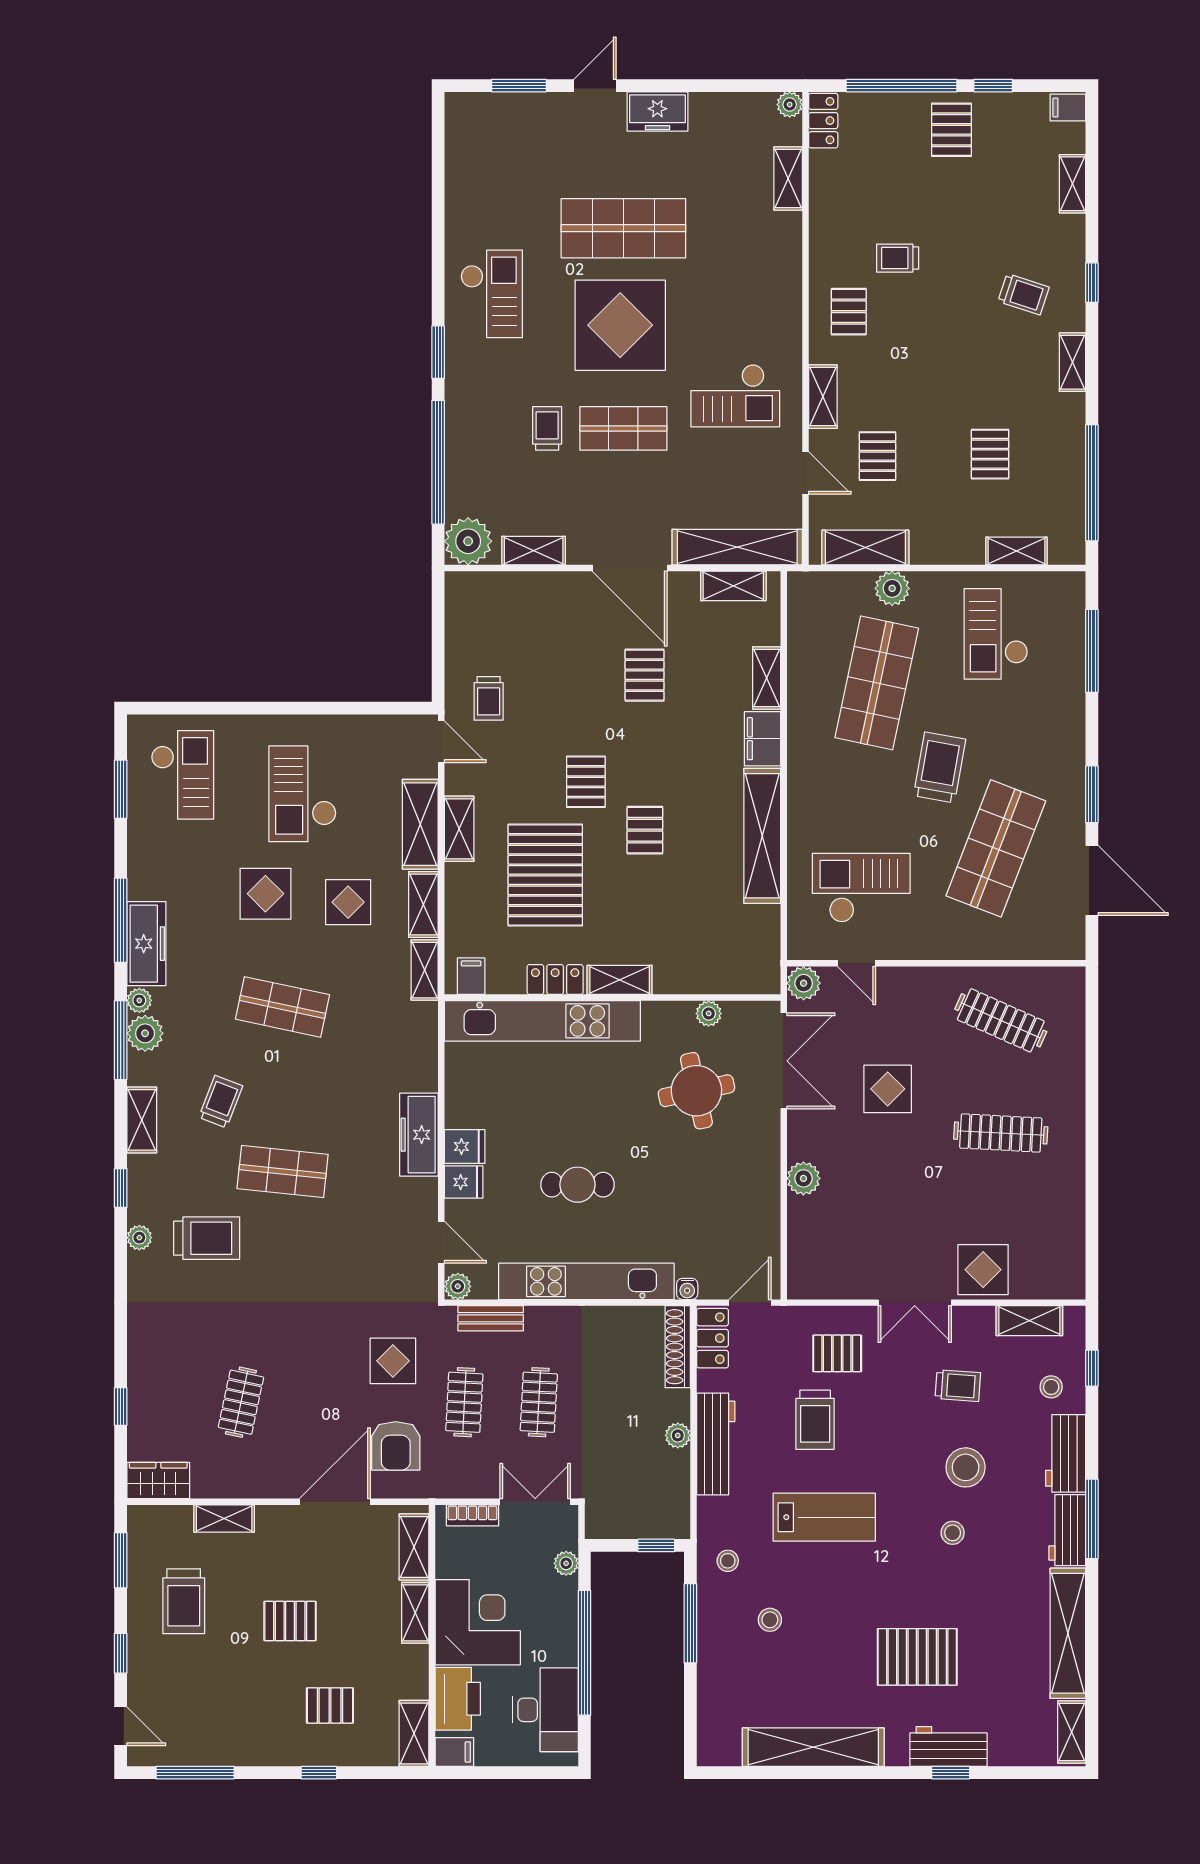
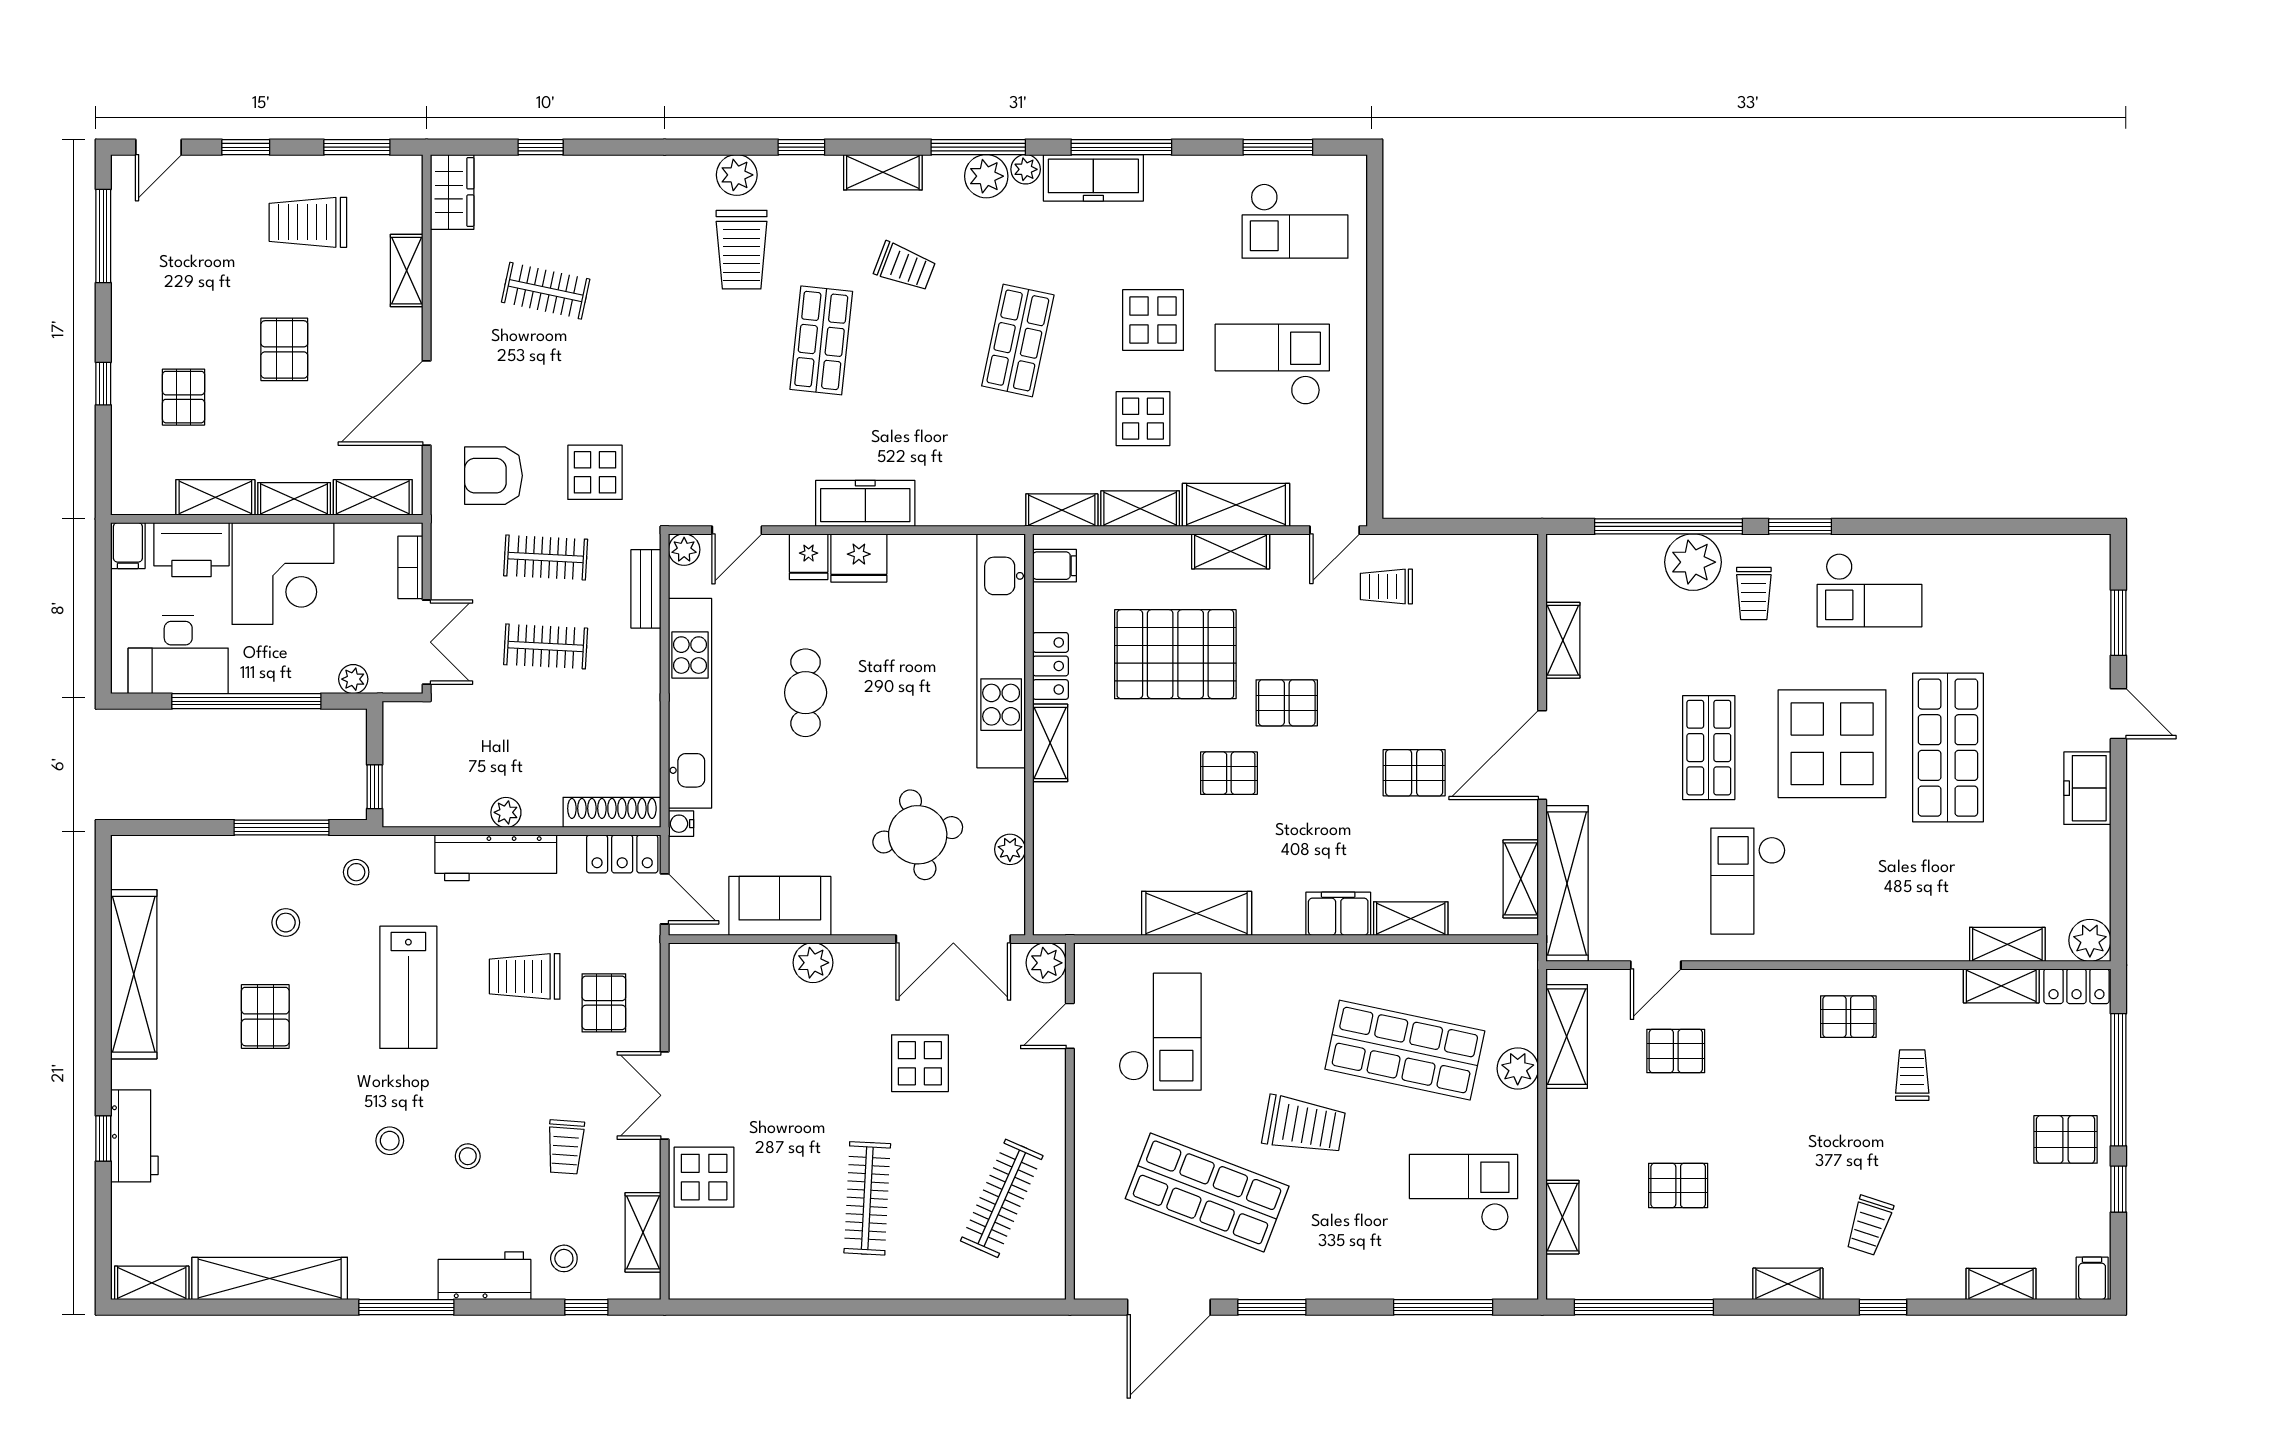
plant: (790, 105) -> (2090, 940), width x1.38, depth x1.38
shelving: (823, 397) -> (2001, 986), moved
trolley: (547, 428) -> (1754, 594), moved, turned 90
plant: (468, 541) -> (1693, 562), moved
shelving: (762, 836) -> (1197, 913), width x0.68
fridge: (465, 1147) -> (859, 558), width x1.38
sofa: (756, 1206) -> (780, 906), added
plant: (139, 1238) -> (737, 175), width x1.38, depth x1.38
stool: (966, 1467) -> (468, 1156), width x0.53, depth x0.53
door: (335, 1502) -> (427, 403), swing flipped
workbench: (1067, 1530) -> (393, 1278), removed
pallet: (917, 1657) -> (265, 1017), moved, width x0.67, depth x0.71
shelving: (414, 1733) -> (215, 497), moved

